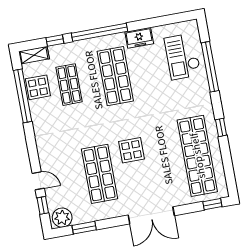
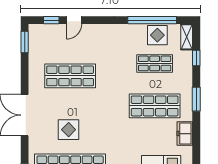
window: (100, 32) -> (196, 99), width x0.47
display table: (132, 150) -> (69, 130), moved
plant: (62, 218) -> (37, 35), removed
window: (84, 228) -> (25, 42), moved

